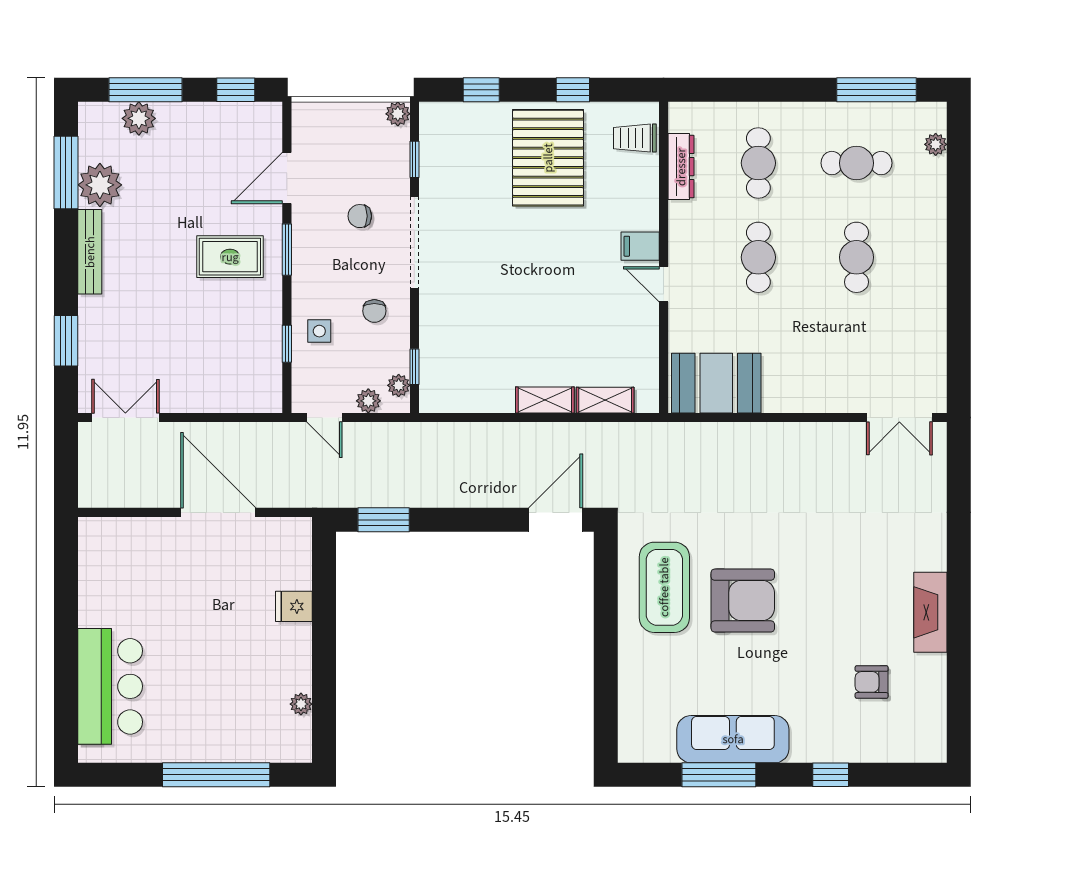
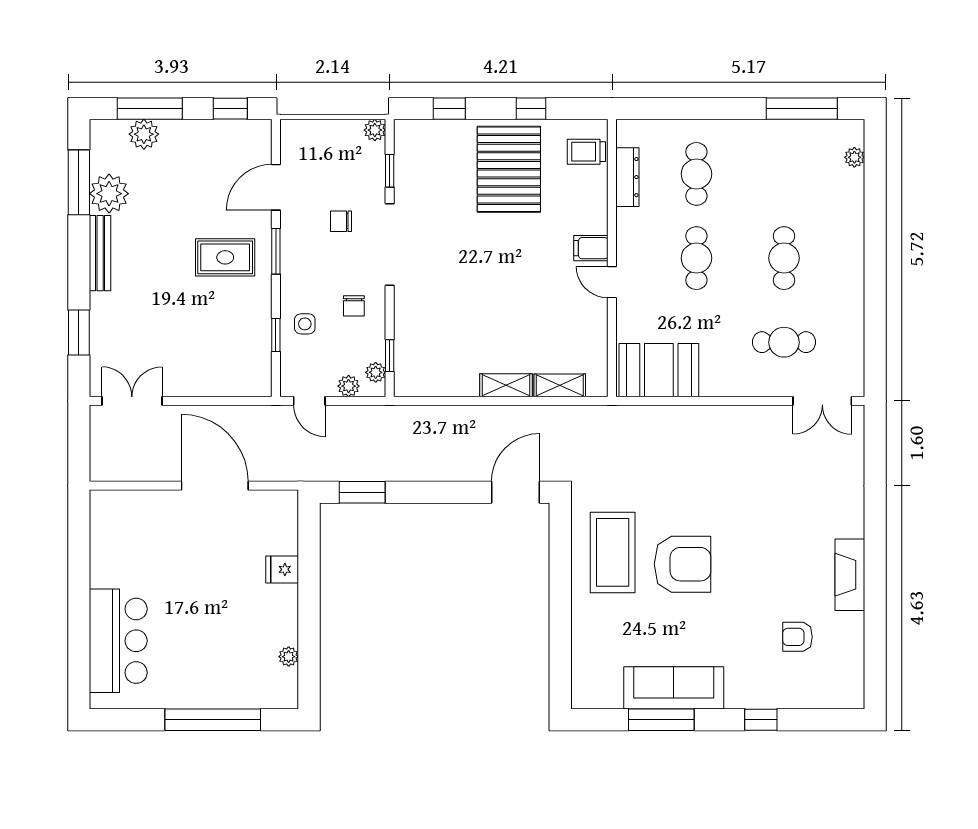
cafe table: (856, 163) -> (784, 342), moved

